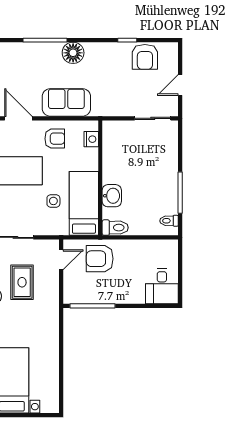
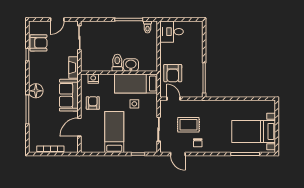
door: (180, 85) -> (57, 20), hinge flipped
fireplace: (108, 109) -> (73, 68), added
toilet: (115, 228) -> (117, 63), moved
desk: (162, 286) -> (172, 32), moved, turned 180

